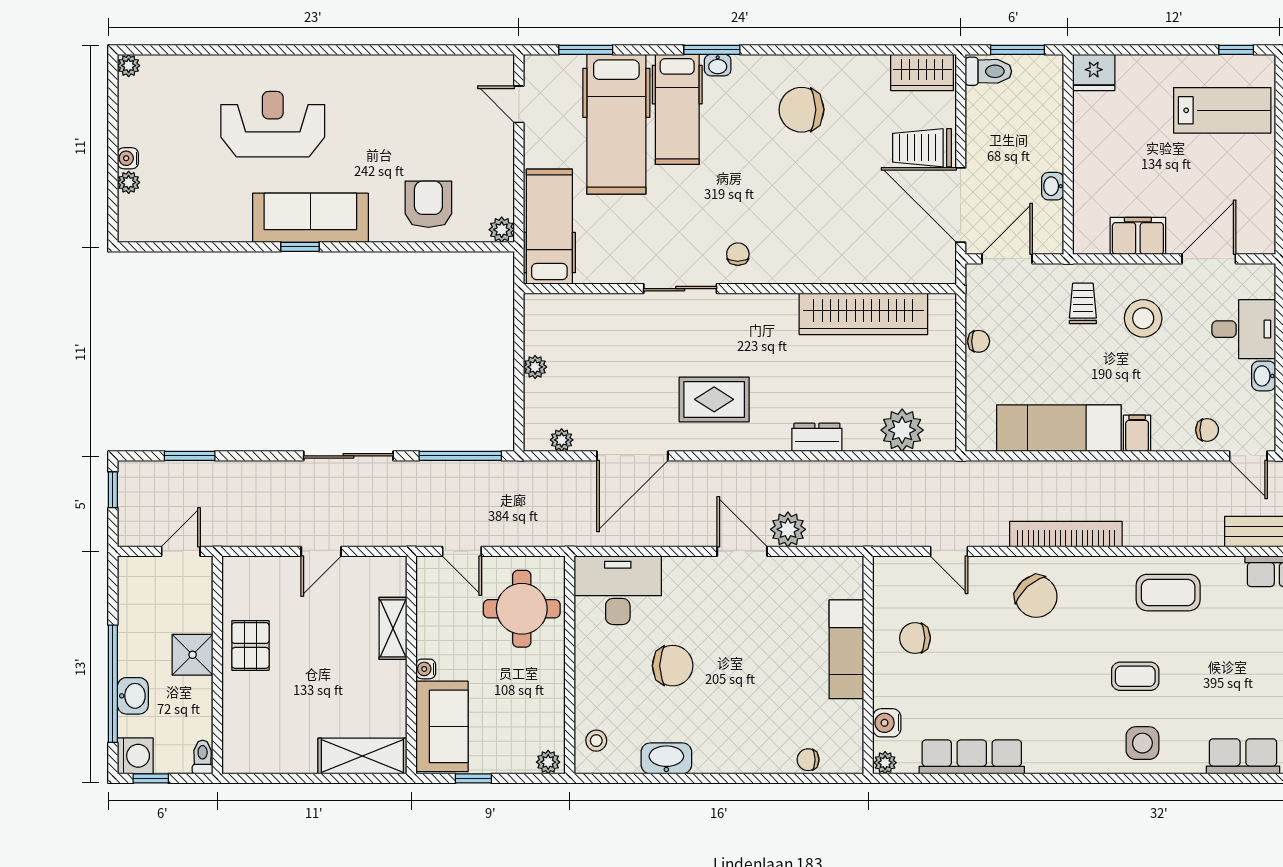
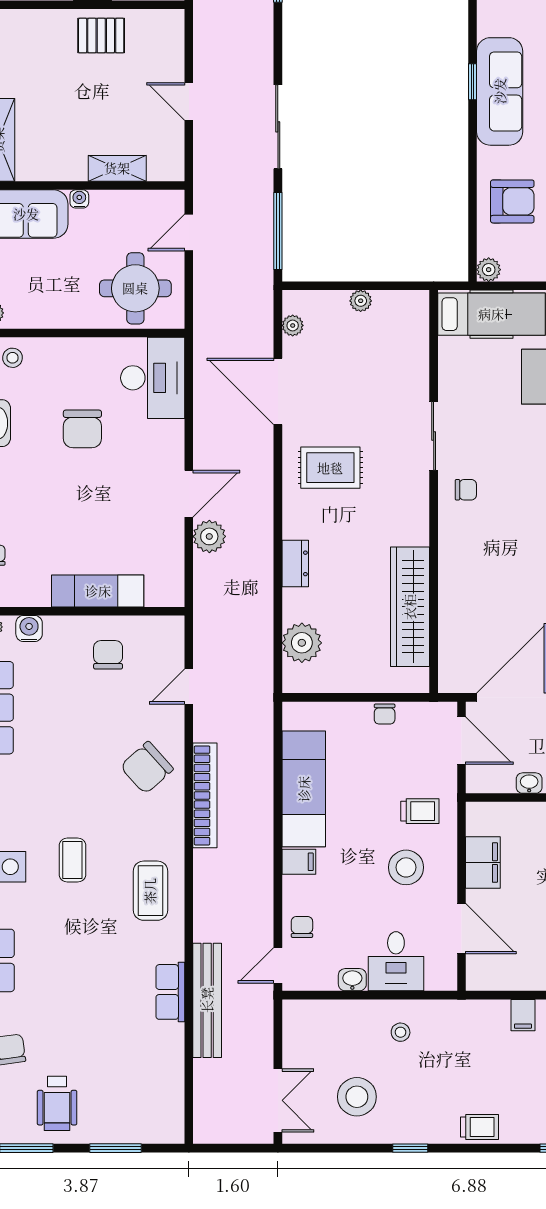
rug: (714, 399) -> (330, 468), turned 90
chair: (1207, 430) -> (302, 927), turned 180

